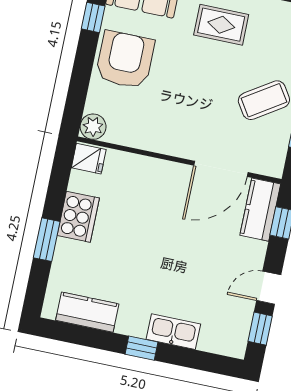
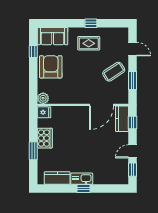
kitchen sink: (173, 332) -> (82, 179), moved

